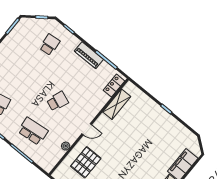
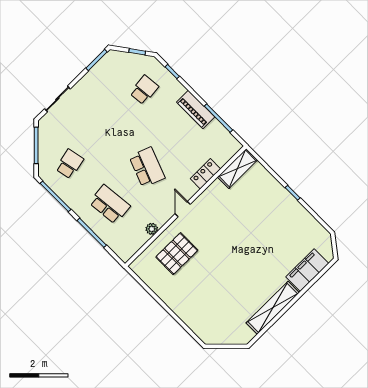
locker: (114, 86) -> (205, 174), moved
school desk: (58, 101) -> (147, 167), width x1.85
shelving: (117, 104) -> (237, 168), moved
door: (87, 129) -> (183, 209), swing flipped

